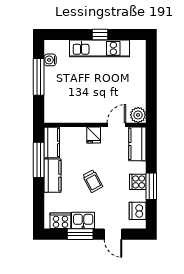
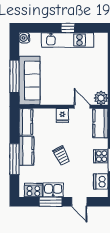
water cooler: (50, 60) -> (24, 38), moved
window: (39, 77) -> (14, 76), moved
sofa: (56, 95) -> (29, 80), added
door: (116, 125) -> (82, 107), hinge flipped
window: (39, 160) -> (14, 159), moved

